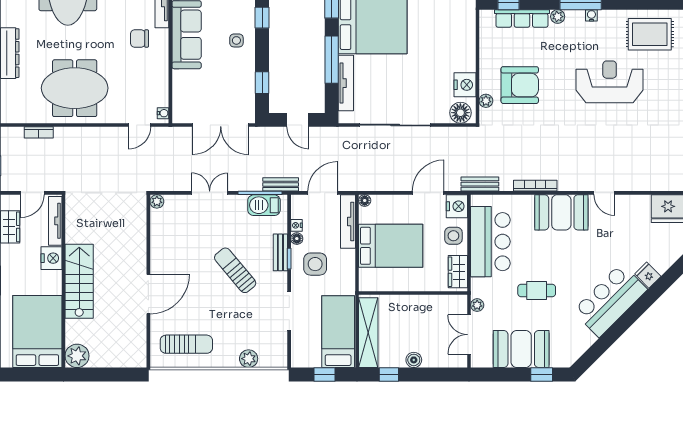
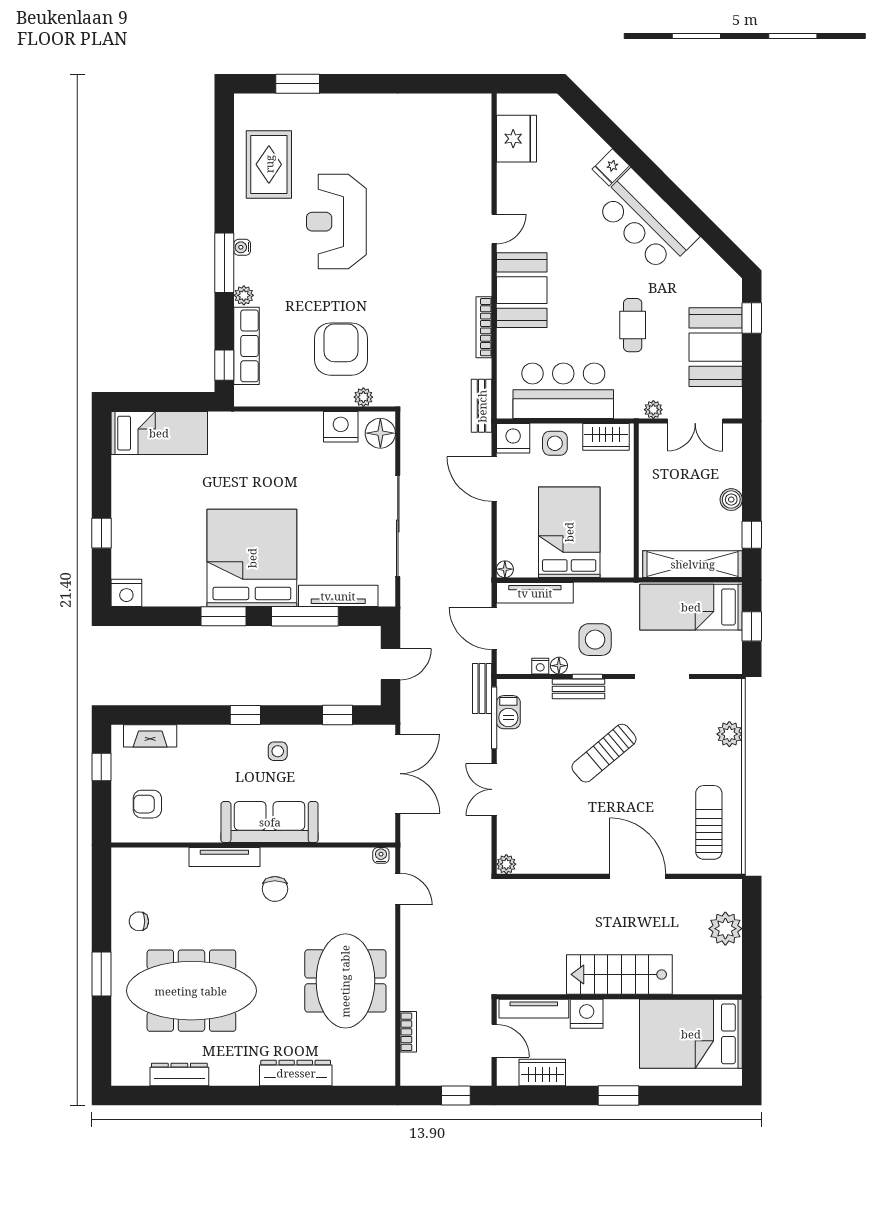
barbecue: (264, 205) -> (508, 712), width x0.73, depth x0.79
plant: (77, 356) -> (725, 929), moved

